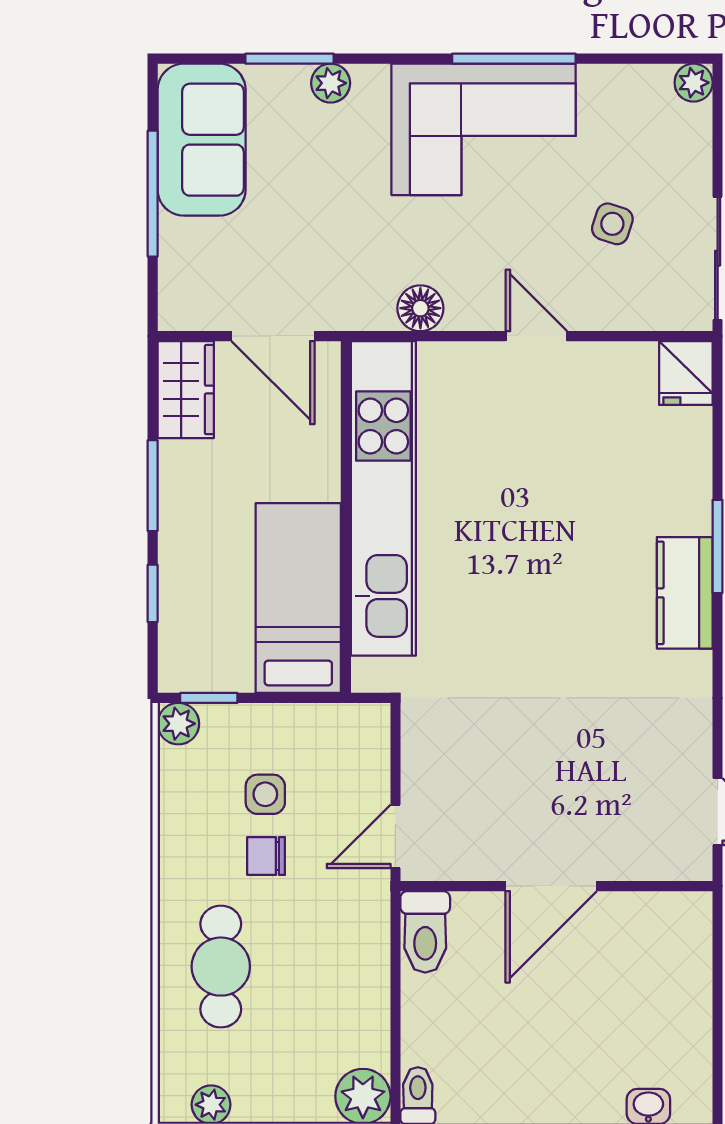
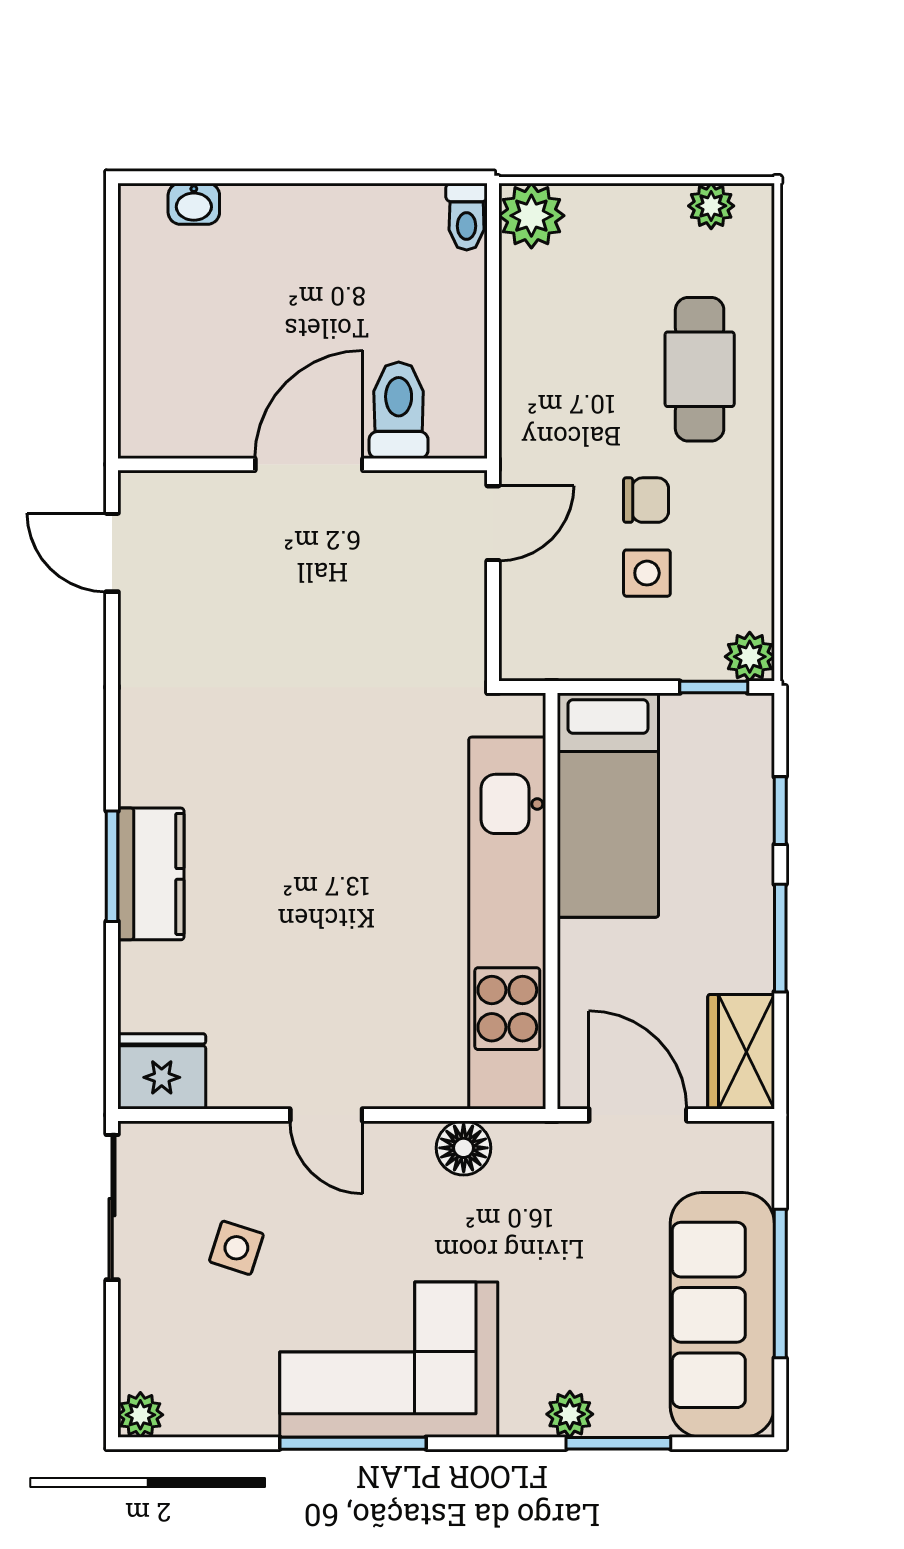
sofa: (202, 140) -> (722, 1315), width x1.36
fridge: (686, 373) -> (162, 1071), width x1.38
kitchen counter: (685, 593) -> (151, 874), moved
toilet: (425, 932) -> (399, 410), moved

